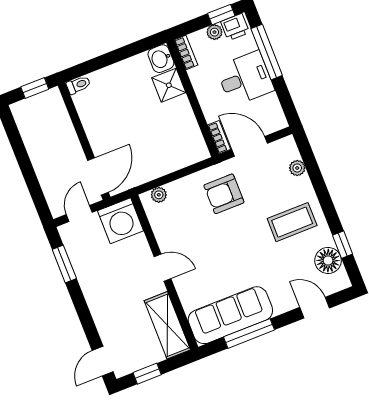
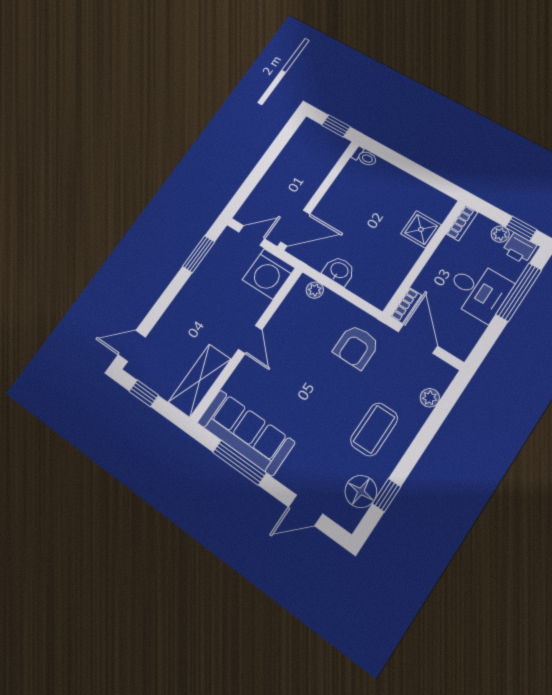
washbasin: (161, 59) -> (339, 271), moved, turned 90
armchair: (224, 194) -> (356, 347), turned -90
coffee table: (292, 222) -> (374, 429), turned 90
door: (315, 308) -> (305, 510), swing flipped

